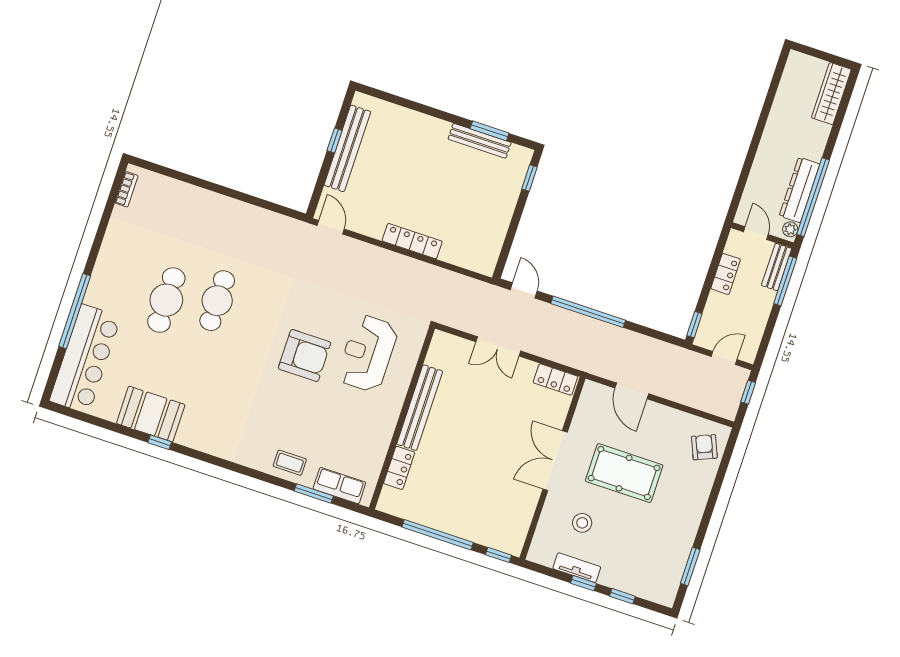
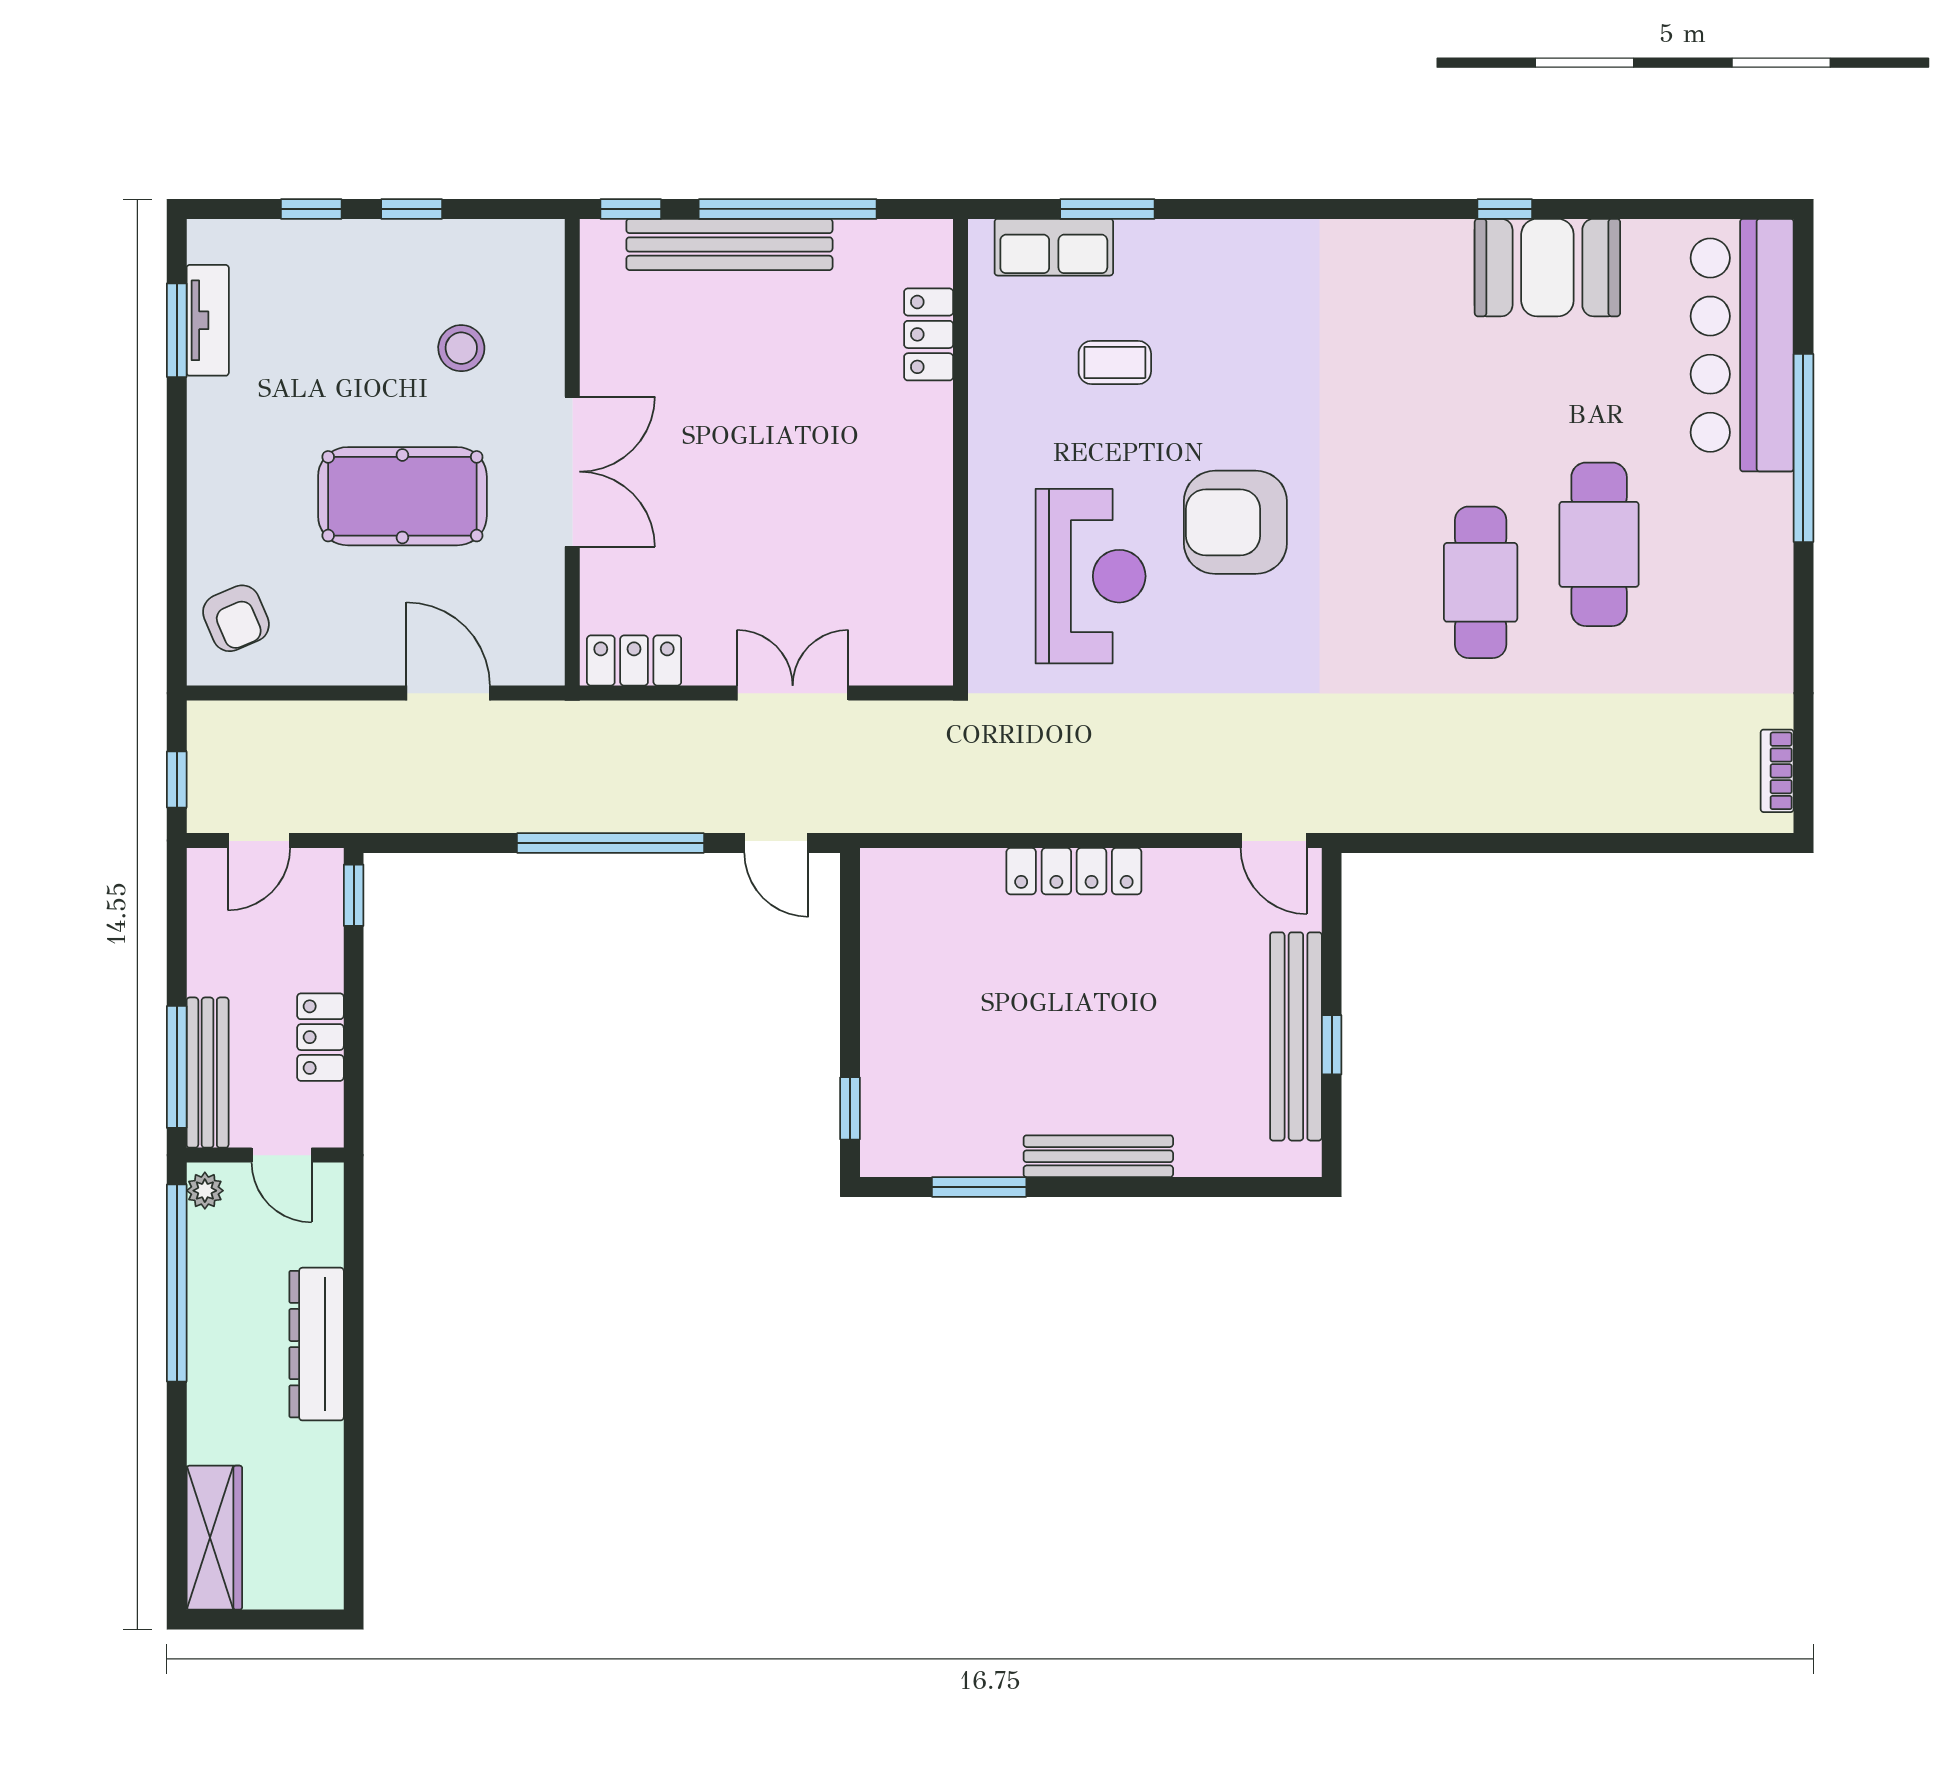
bench: (480, 141) -> (1098, 1156), moved
dresser: (799, 190) -> (317, 1344), moved, turned 180
bench: (777, 267) -> (208, 1073), width x1.36
bench: (420, 408) -> (729, 244), moved, turned 90
coffee table: (290, 463) -> (1115, 363), moved
tv unit: (577, 568) -> (208, 320), moved, turned -90

